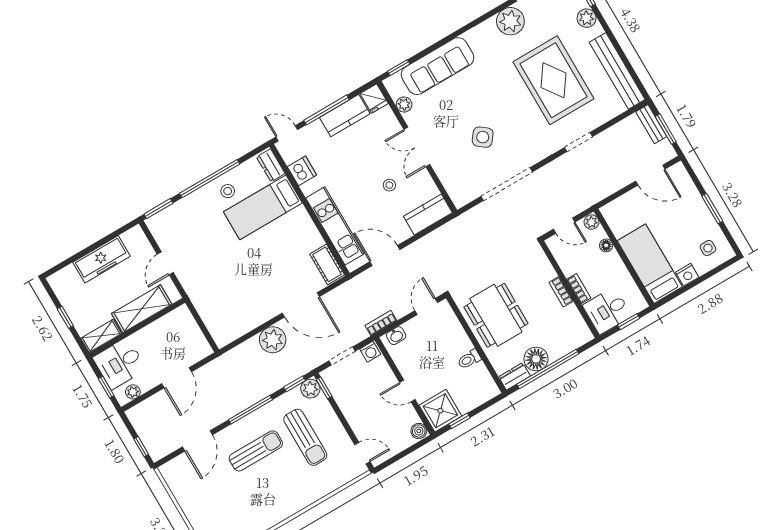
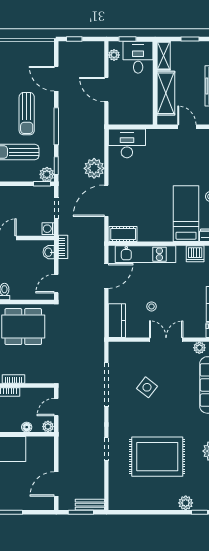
bench: (617, 71) -> (139, 503), removed
door: (426, 307) -> (56, 284), swing flipped
desk: (223, 320) -> (127, 143), added

